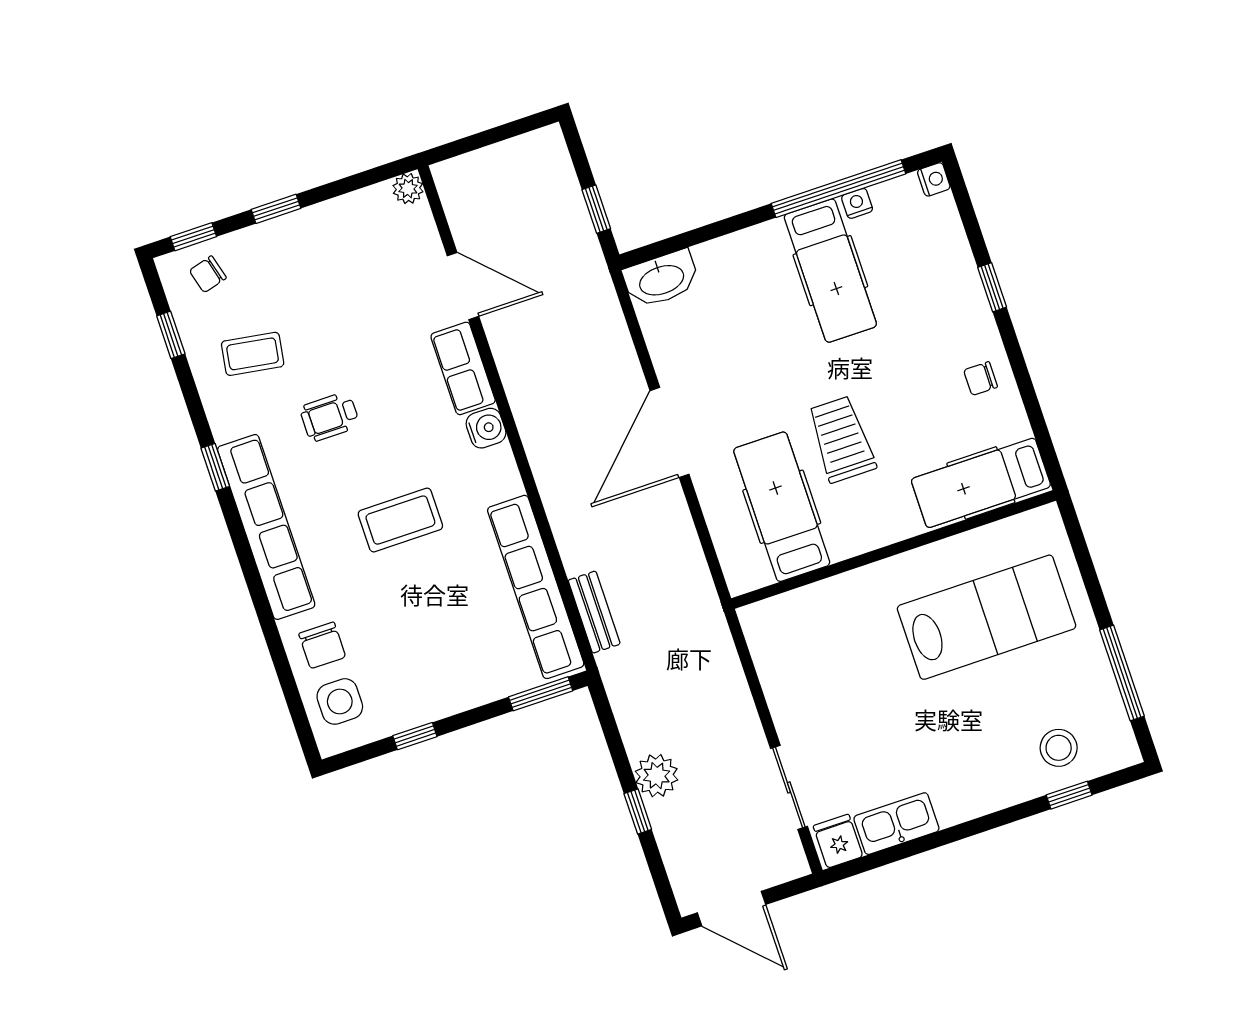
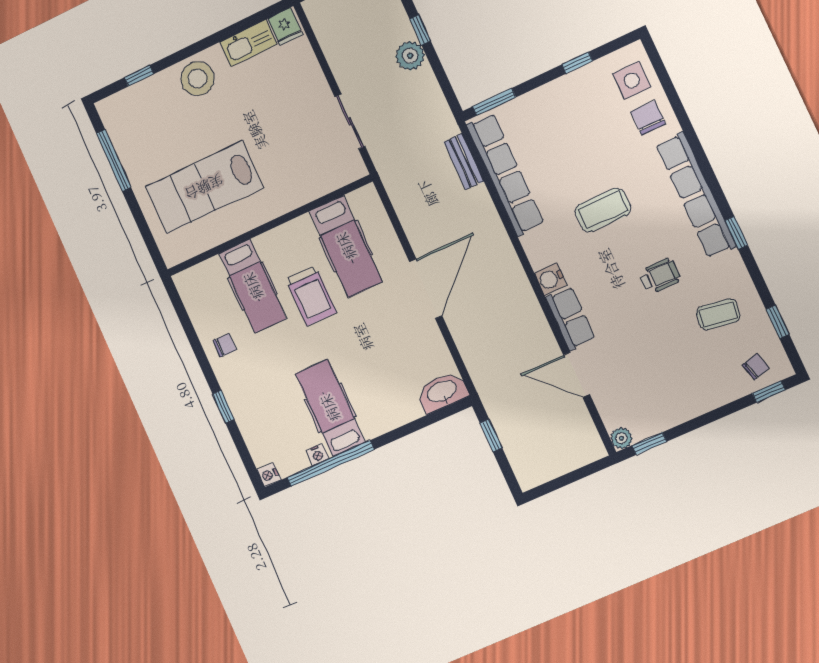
window: (276, 209) -> (649, 444), moved
hospital bed: (981, 483) -> (253, 286), moved, turned 90
stool: (1059, 748) -> (197, 79), moved, width x1.38, depth x1.38
sliding door: (789, 787) -> (350, 121), moved

